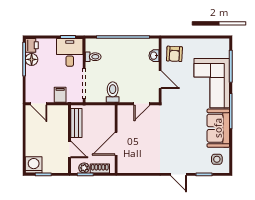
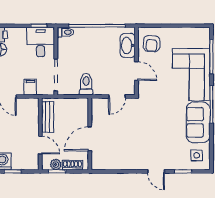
washbasin: (154, 56) -> (128, 45), width x1.91, depth x1.45
toilet: (93, 57) -> (65, 32), moved

